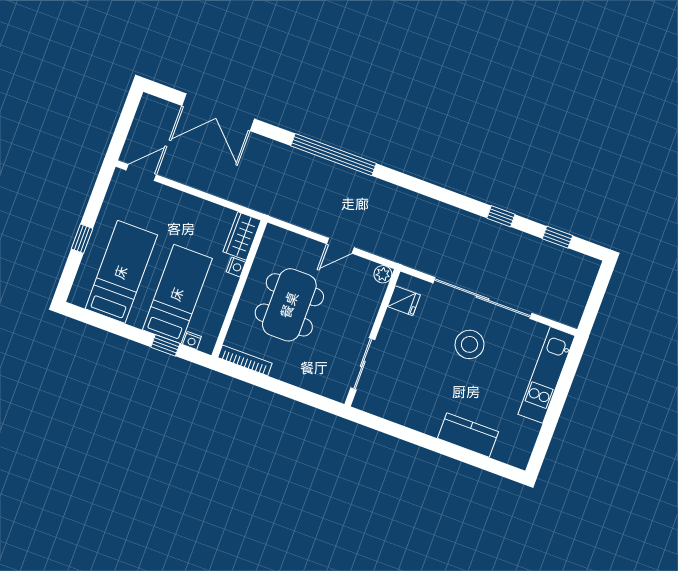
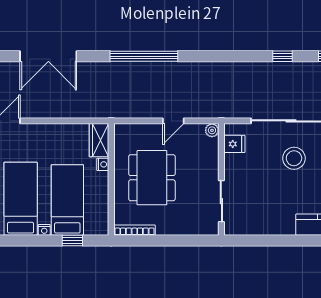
nightstand: (192, 341) -> (44, 230), moved

